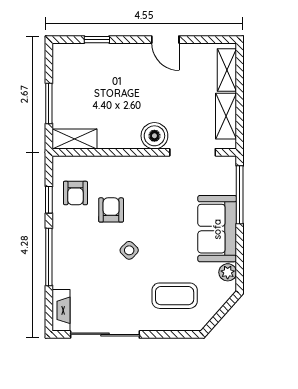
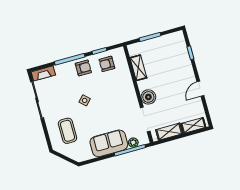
shelving: (75, 139) -> (138, 68), moved
armchair: (111, 210) -> (83, 68), moved
plant: (228, 272) -> (133, 143), moved

